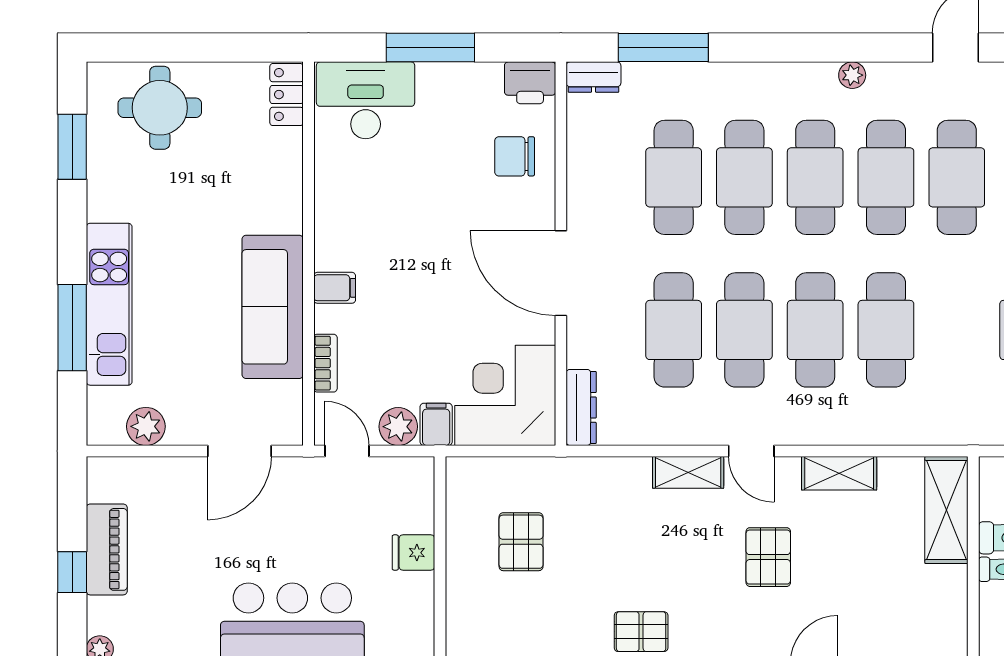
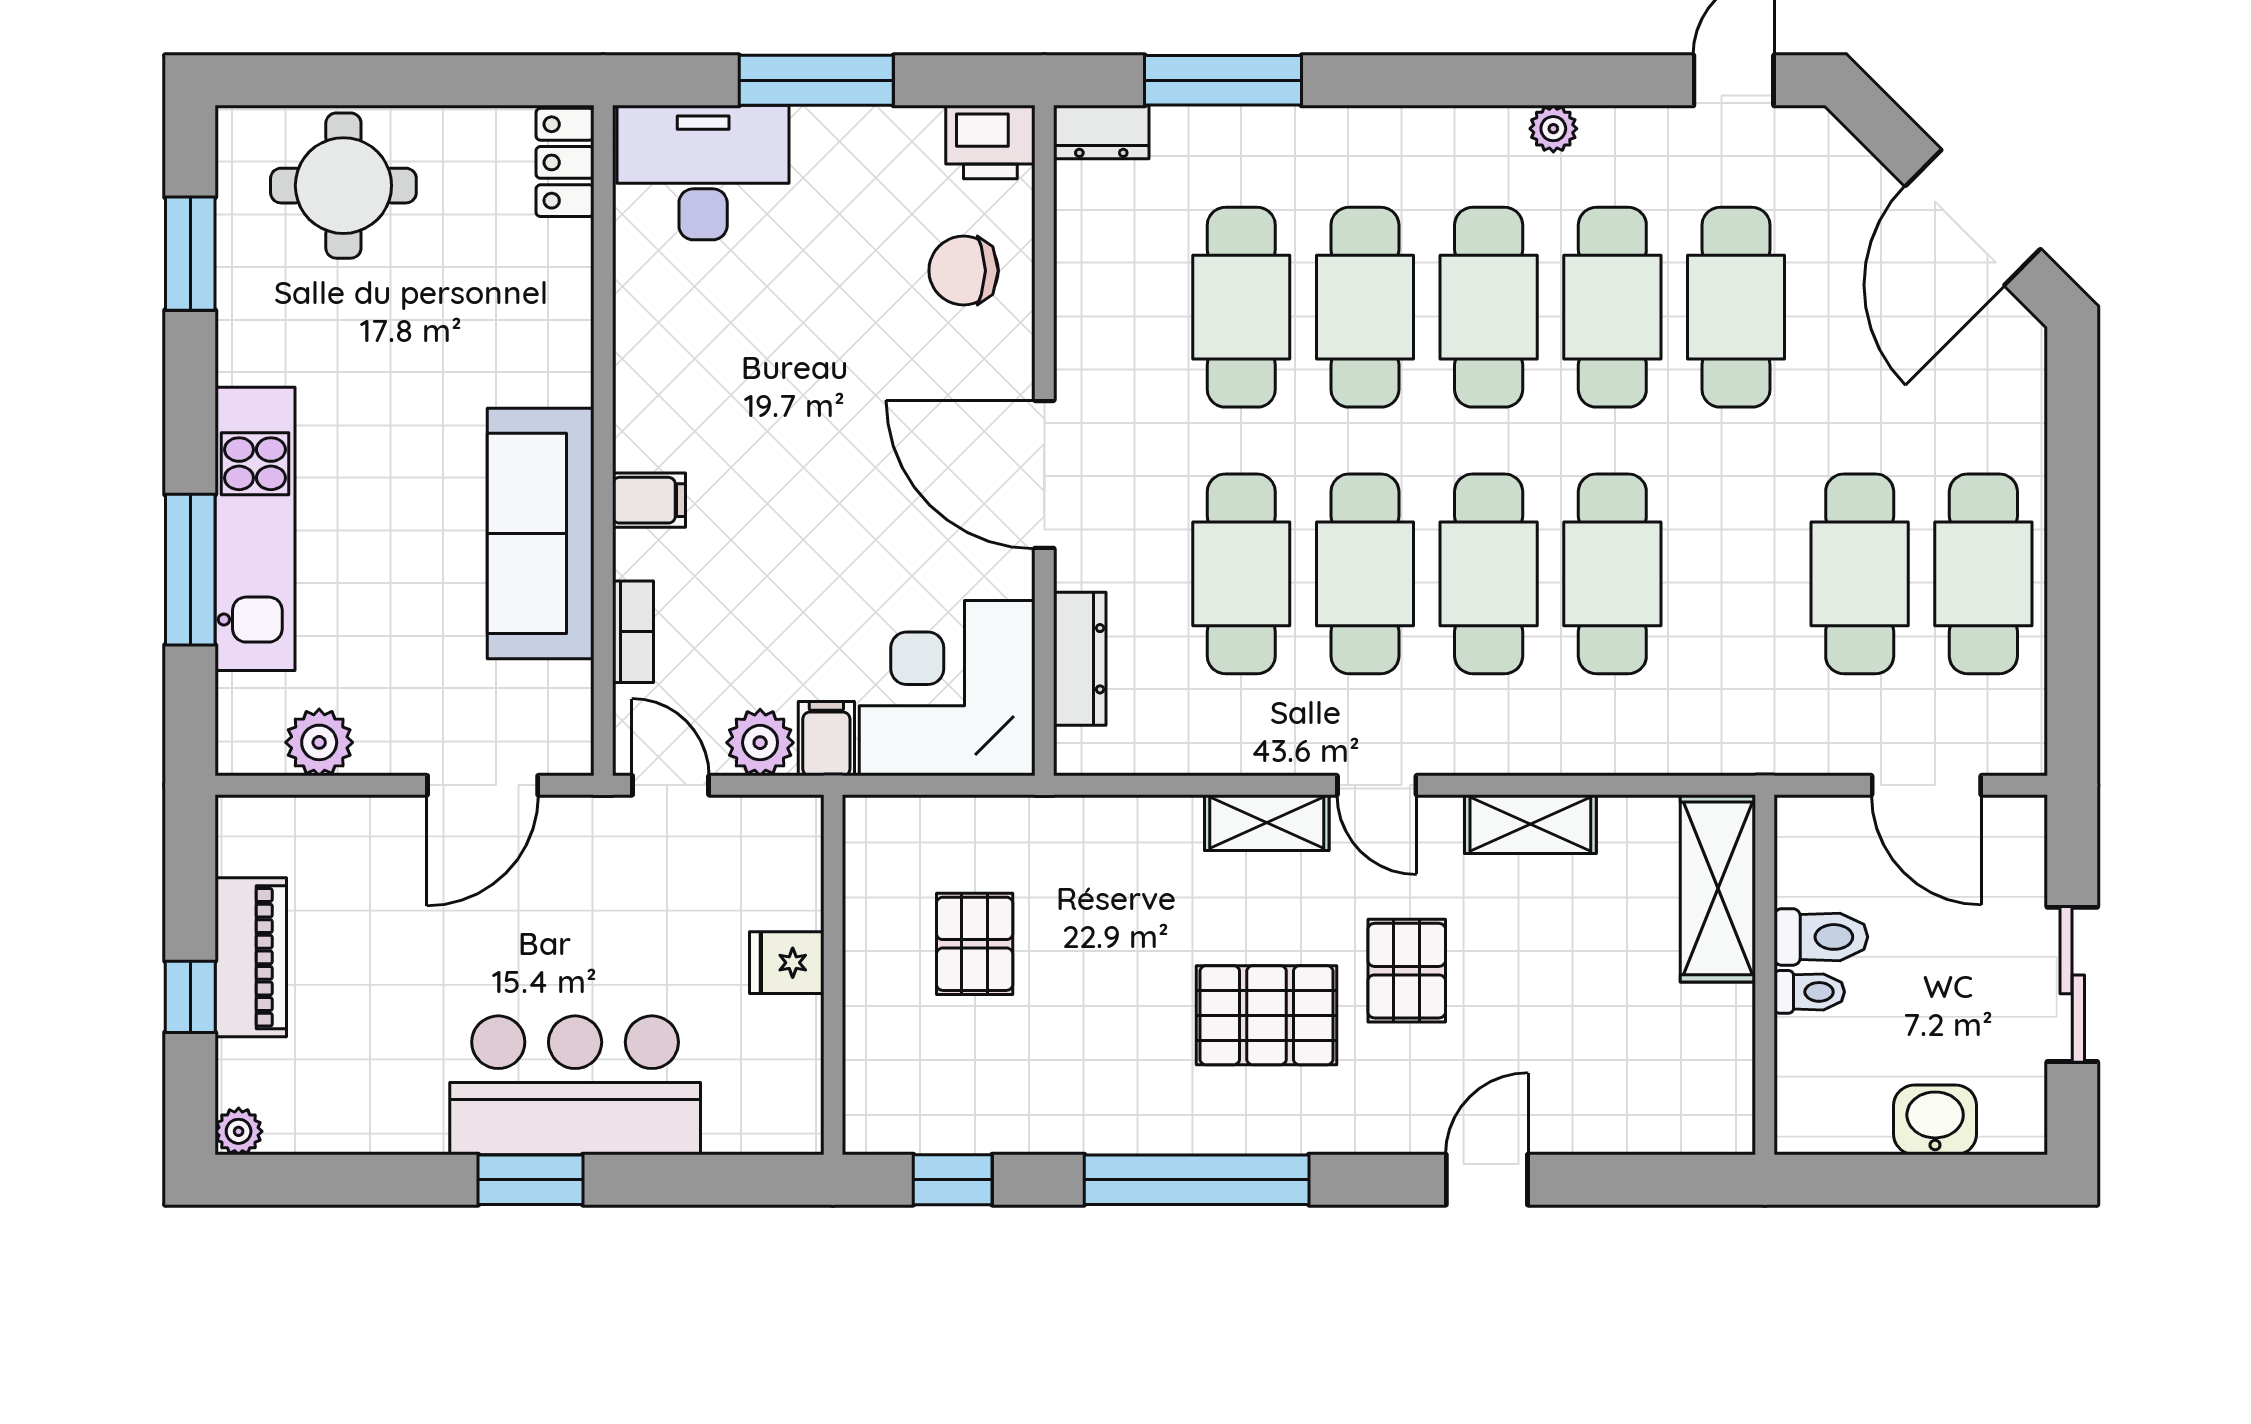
dresser: (581, 407) -> (1080, 659), moved
pallet: (641, 632) -> (1267, 1015), moved, width x1.50, depth x1.42

